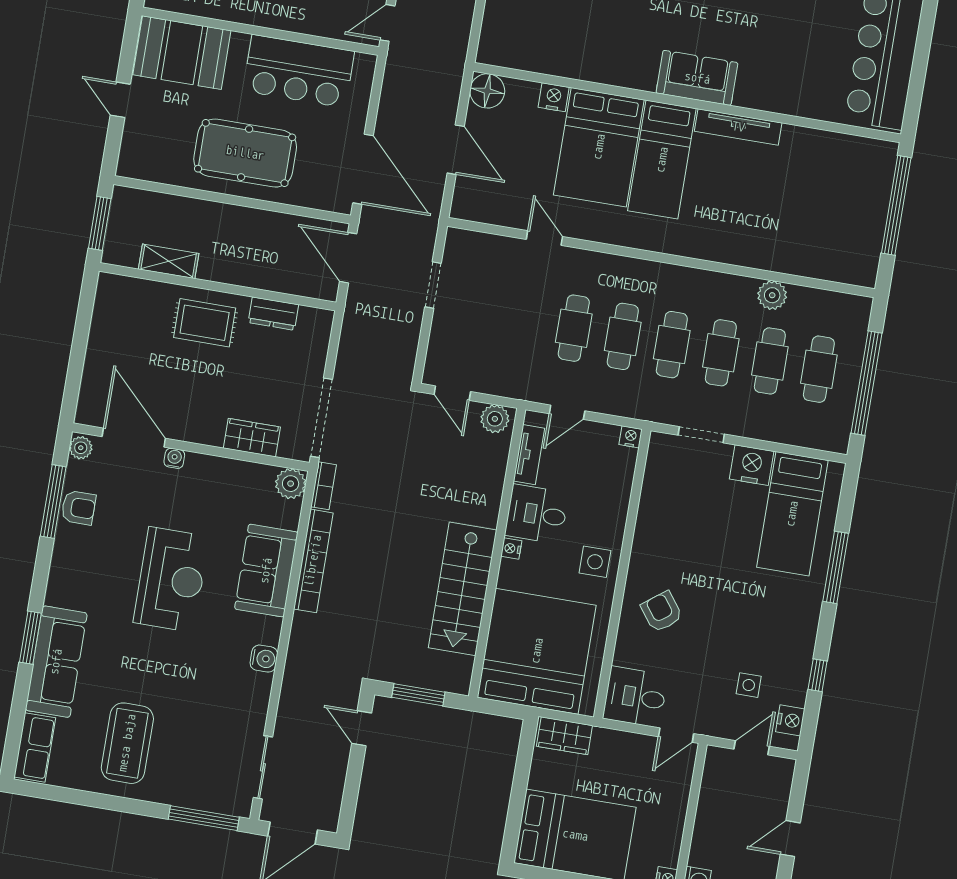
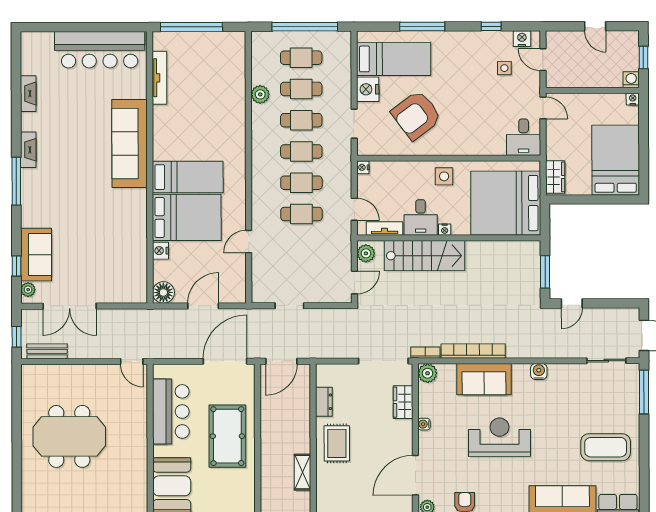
sofa: (697, 78) -> (130, 144), width x1.85, depth x1.27
tv unit: (738, 127) -> (159, 78), moved
water cooler: (174, 458) -> (424, 424), moved
stairs: (463, 589) -> (425, 256), moved
armchair: (662, 612) -> (416, 115), moved, width x1.88, depth x1.88

